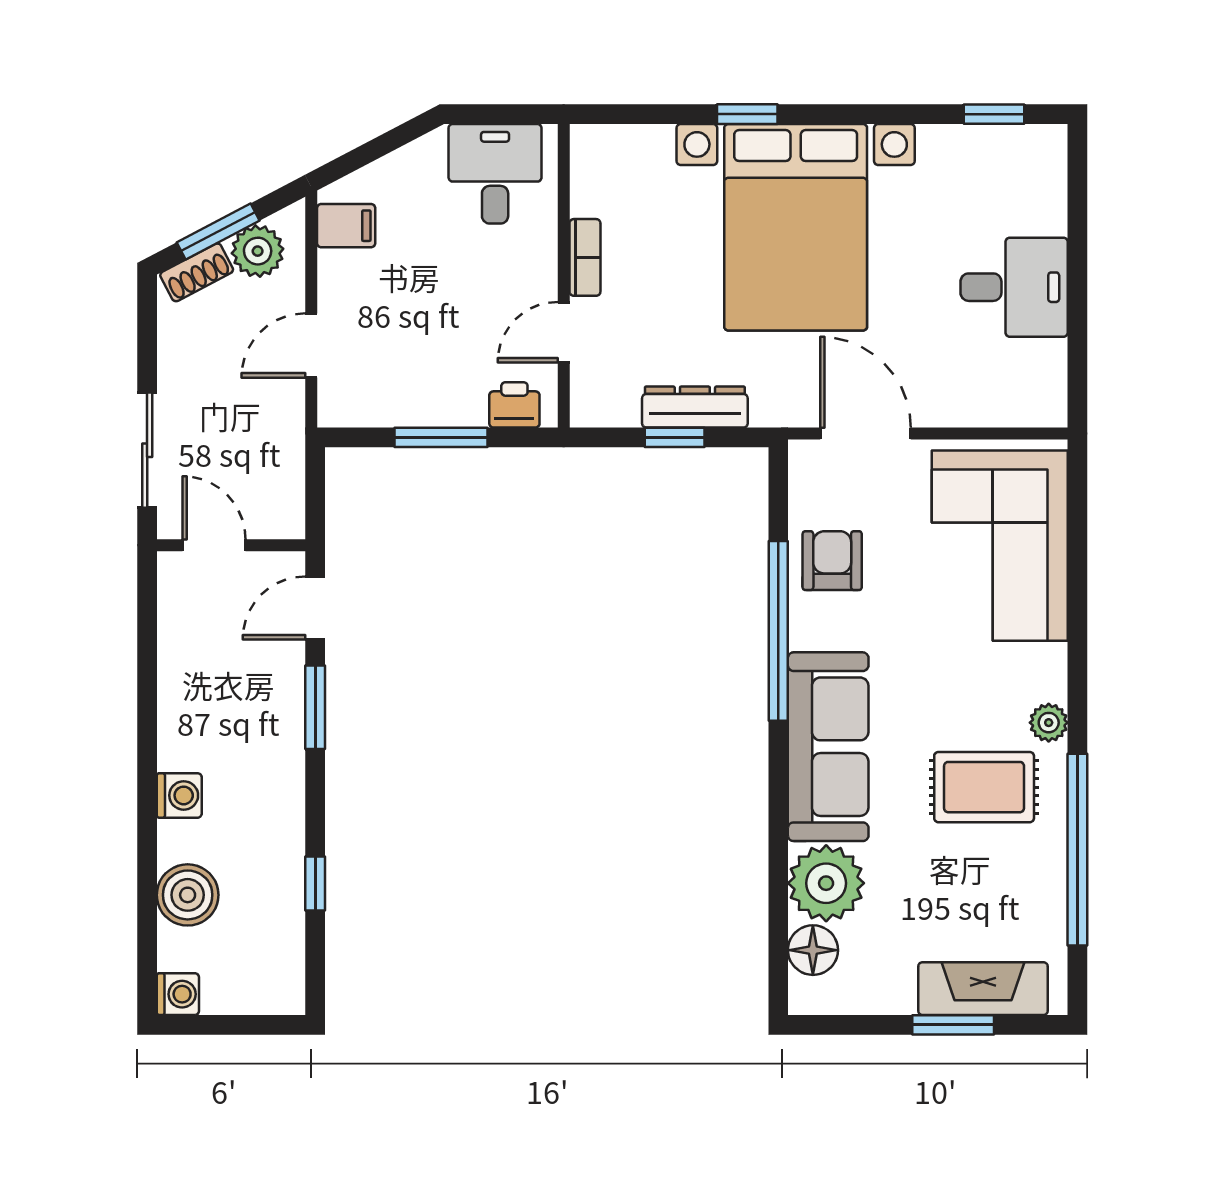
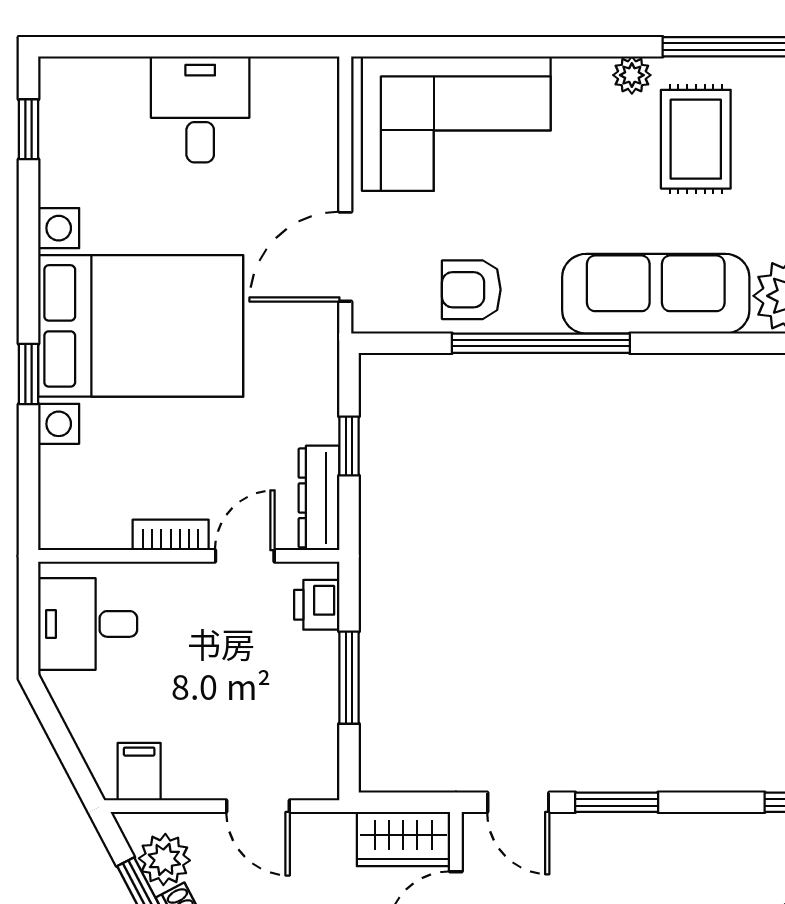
door: (564, 332) -> (245, 556), swing flipped
dresser: (695, 407) -> (319, 498), moved
wardrobe: (278, 492) -> (403, 839), added

